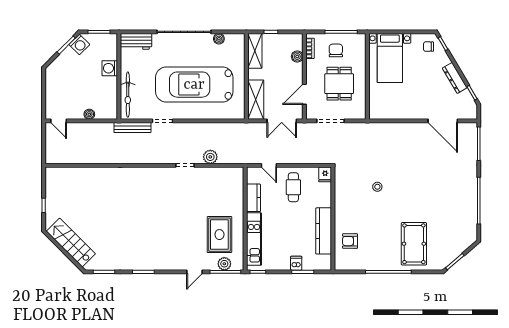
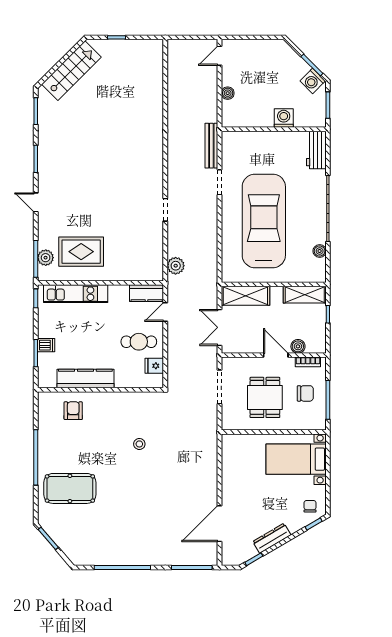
dining table: (339, 84) -> (265, 397), turned 90
door: (304, 94) -> (276, 355), moved
bicycle: (128, 95) -> (252, 140), removed
plant: (210, 157) -> (176, 266), moved
fridge: (325, 174) -> (154, 366), moved
kitchen counter: (253, 198) -> (147, 293), moved
door: (194, 272) -> (36, 202), moved

